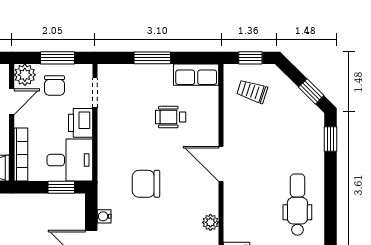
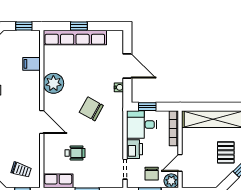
chair: (55, 86) -> (152, 174), turned 180
chair: (146, 184) -> (91, 109), turned -151
plant: (210, 222) -> (53, 83), width x1.88, depth x1.88

